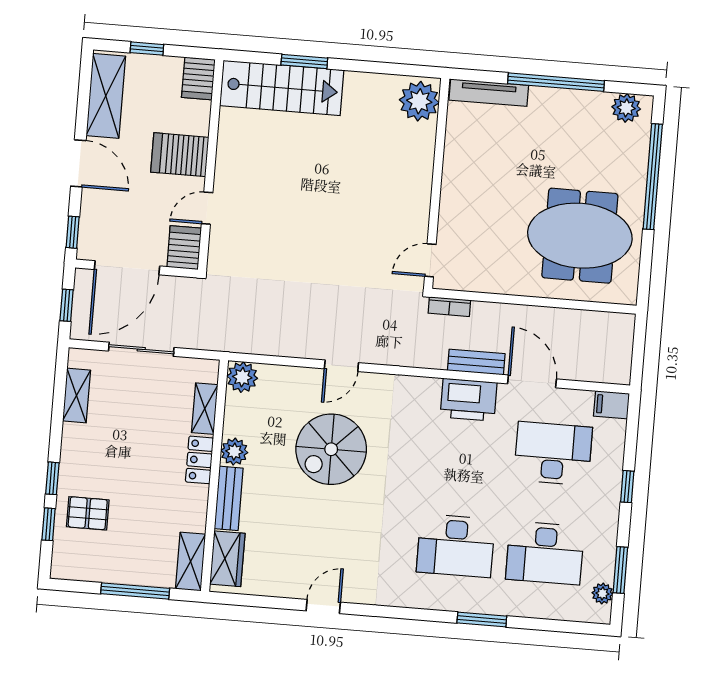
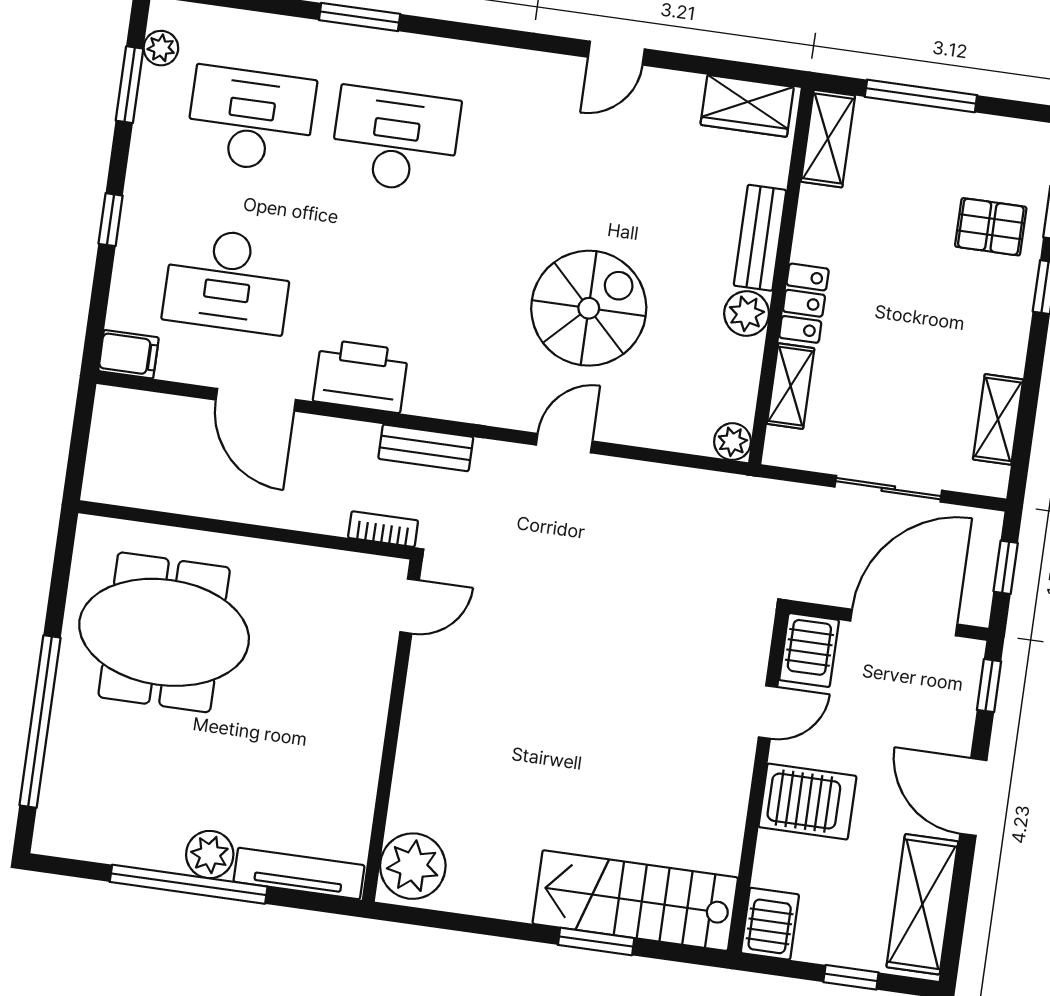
plant: (626, 108) -> (210, 854), moved
bench: (476, 362) -> (426, 448), moved
plant: (242, 377) -> (732, 442), width x0.73, depth x0.73
wardrobe: (227, 559) -> (747, 106), moved, turned -90

